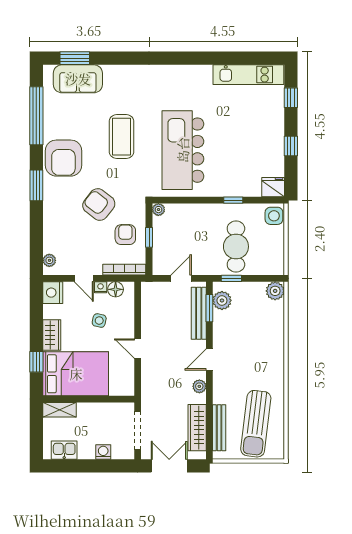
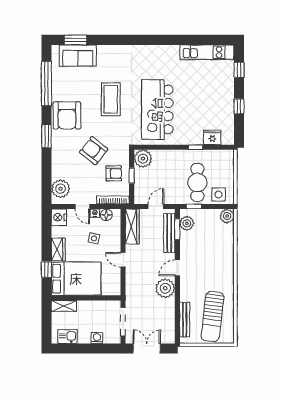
fridge: (273, 187) -> (212, 137), moved
plant: (158, 210) -> (143, 159), width x1.88, depth x1.88
side table: (274, 216) -> (219, 194), moved
armchair: (125, 235) -> (114, 173), turned 90
plant: (49, 260) -> (61, 189), width x1.88, depth x1.88
plant: (199, 386) -> (165, 288), width x1.87, depth x1.87
wardrobe: (197, 428) -> (132, 227), moved, turned 180

